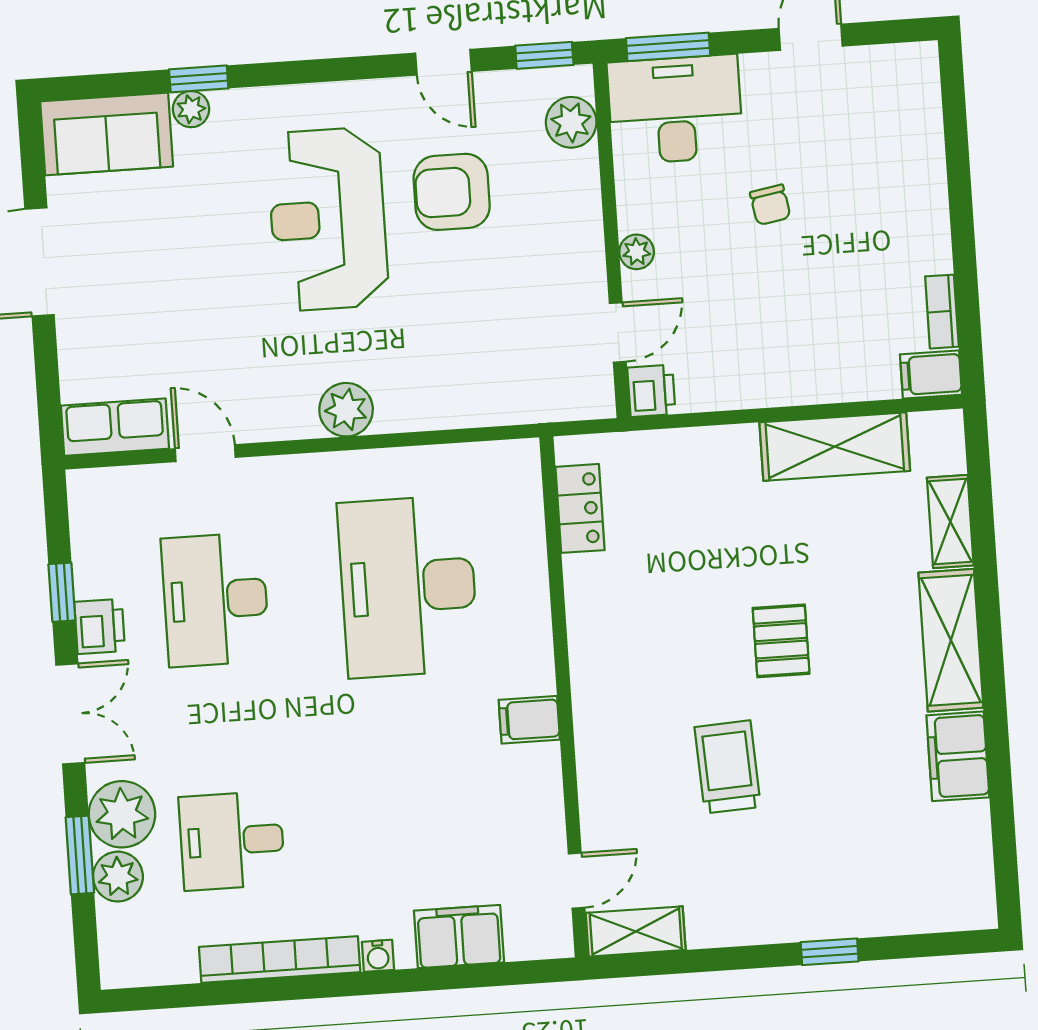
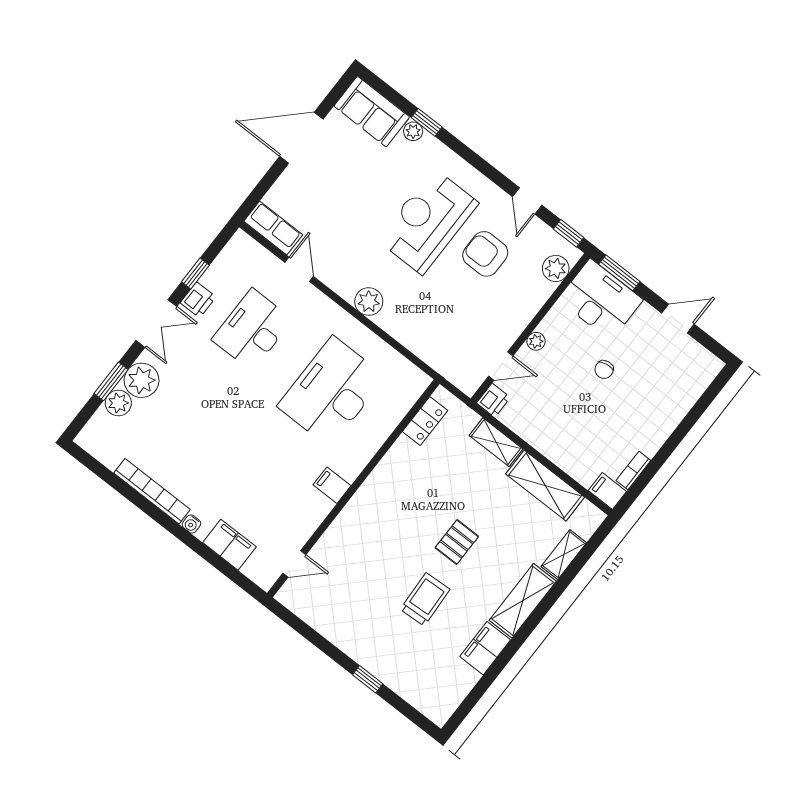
trolley: (728, 767) -> (425, 599), moved
desk: (232, 841) -> (175, 429), removed
shelving: (636, 931) -> (496, 442), moved

